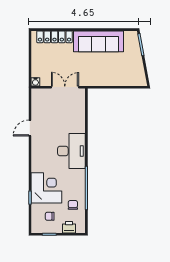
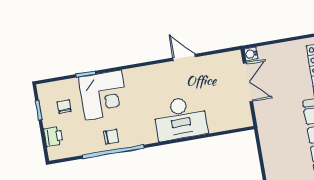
double door: (65, 87) -> (248, 82), moved
desk: (71, 151) -> (180, 118), moved
chair: (73, 205) -> (111, 137), moved

